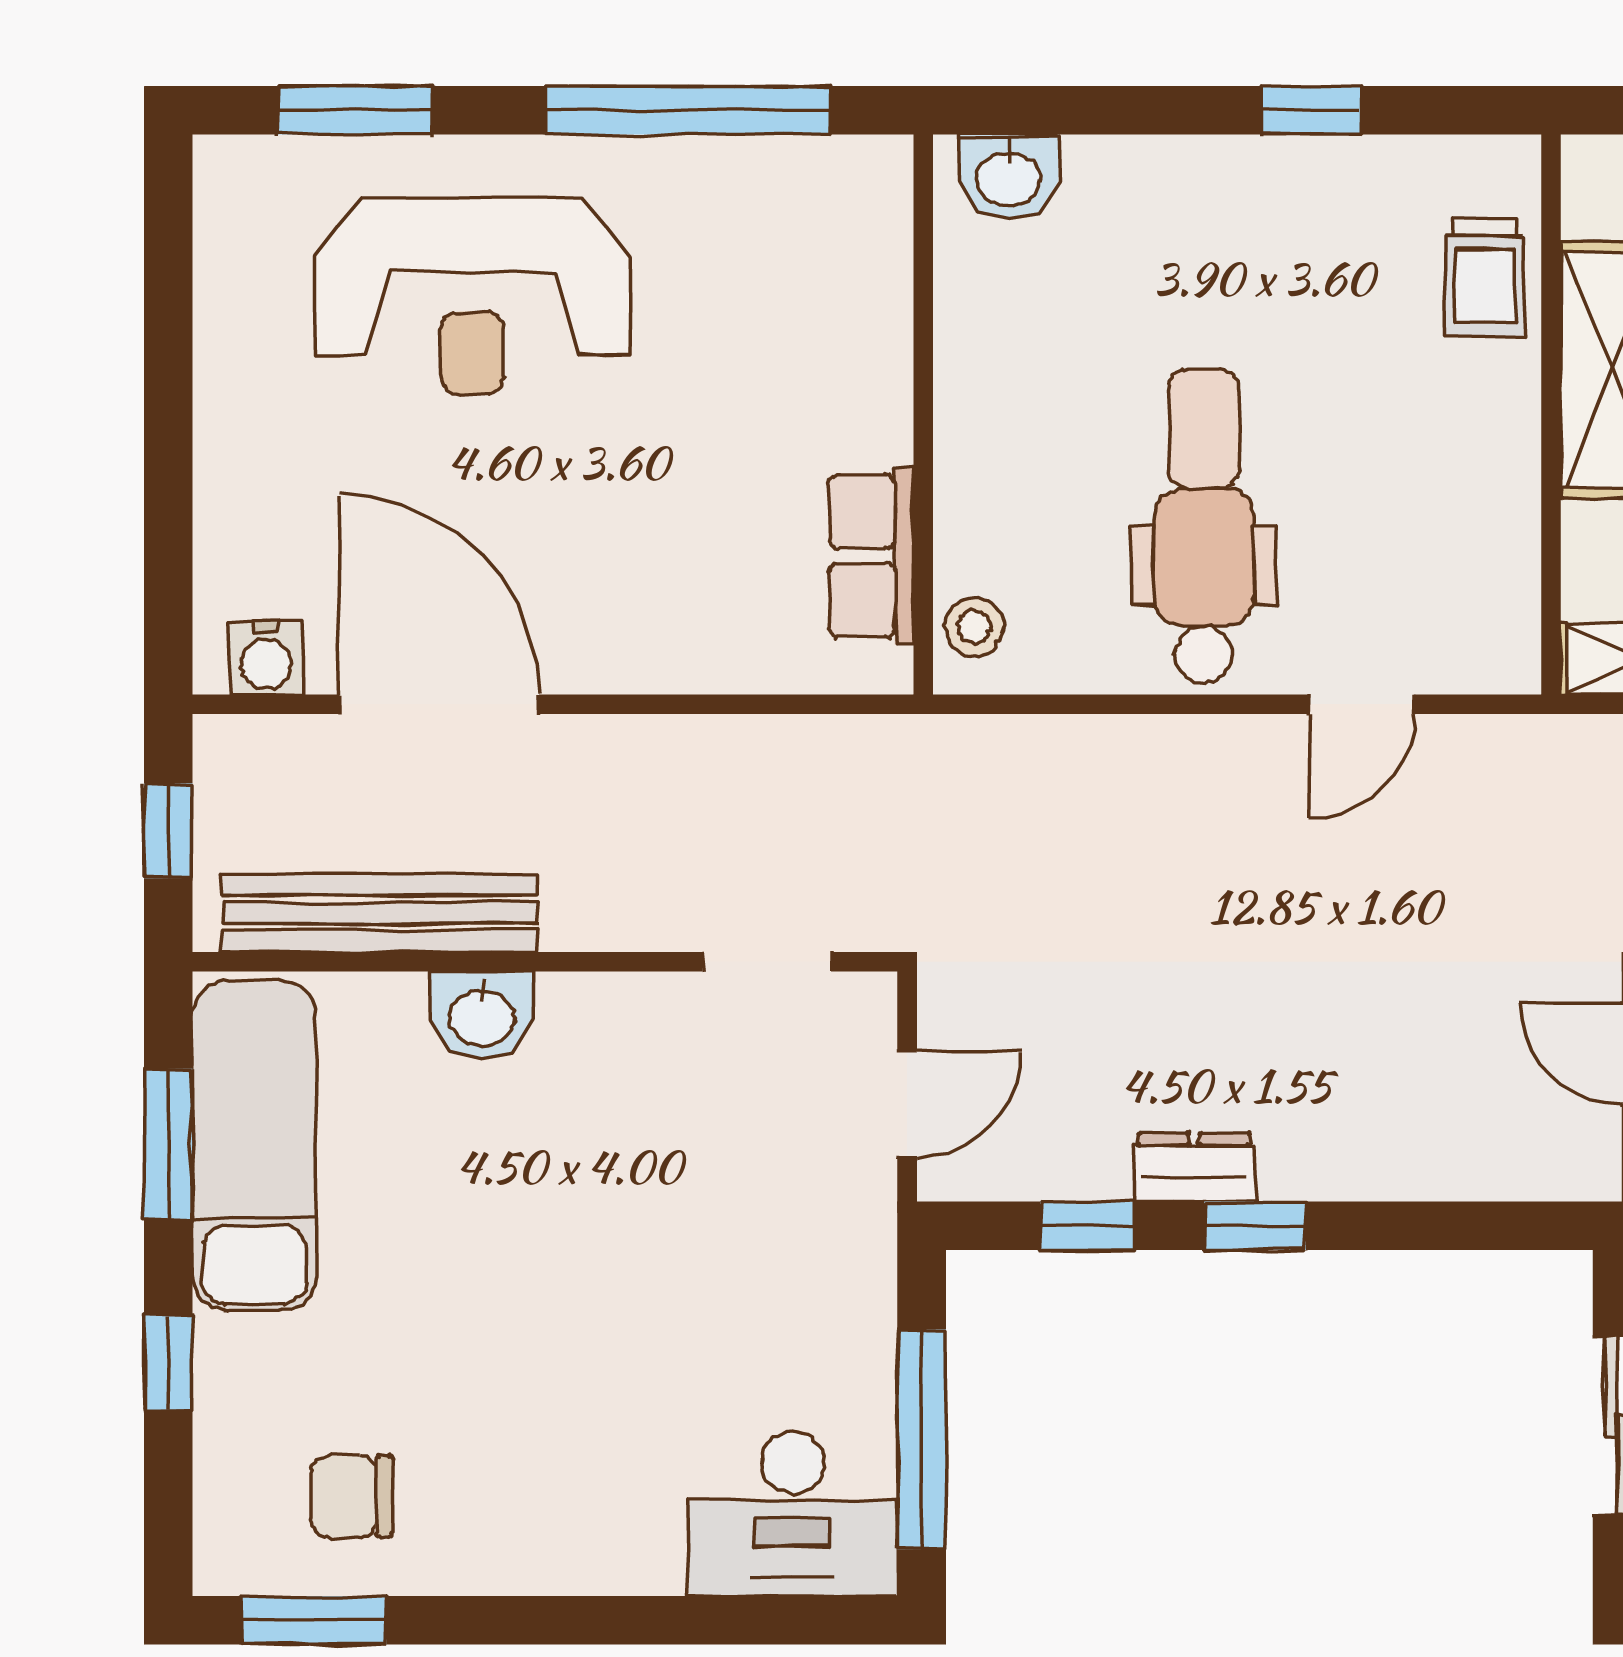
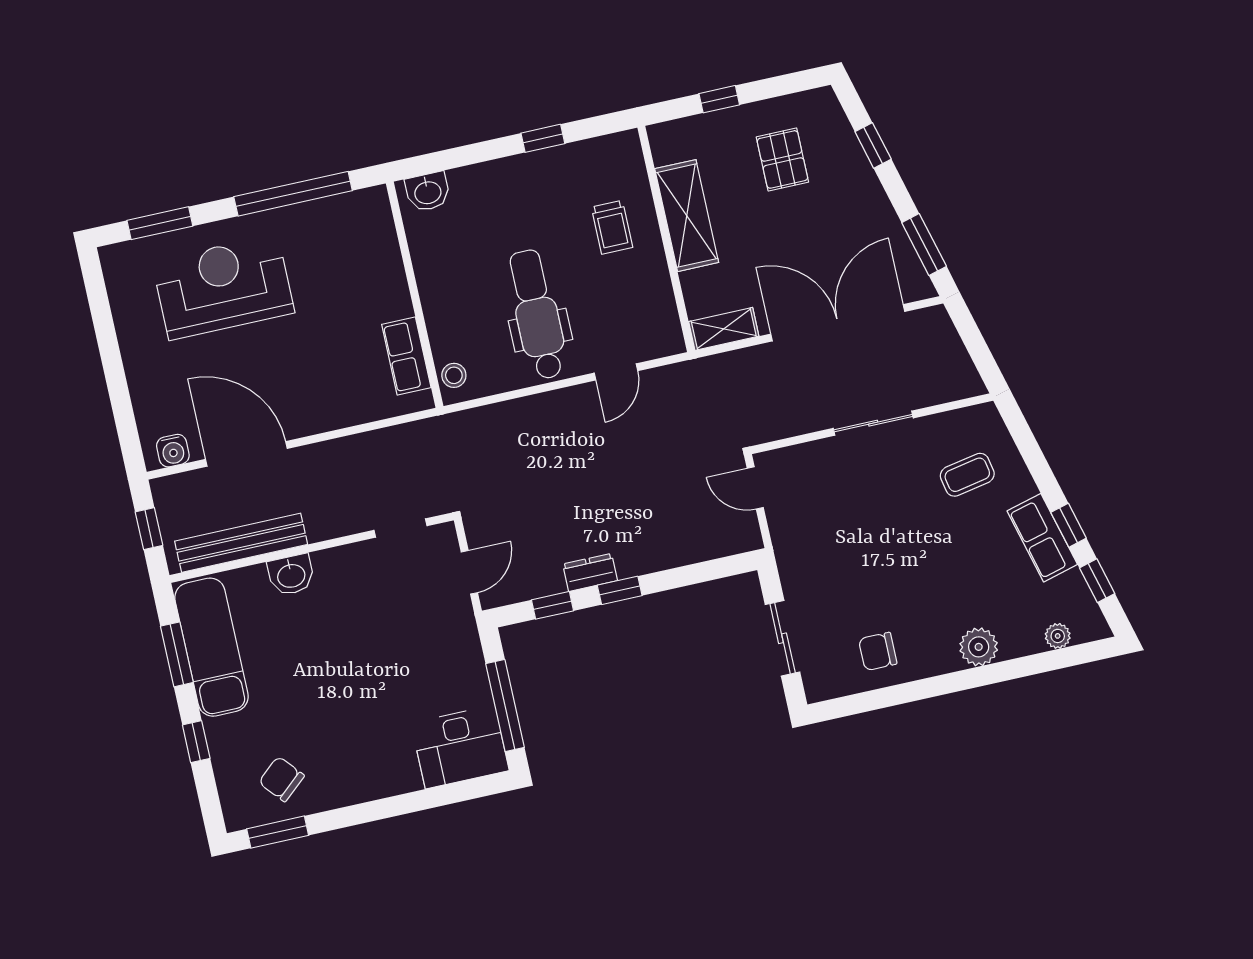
trolley: (1484, 277) -> (612, 227), moved
reception desk: (472, 296) -> (223, 287), turned 180
chair: (351, 1496) -> (281, 779), turned 49

